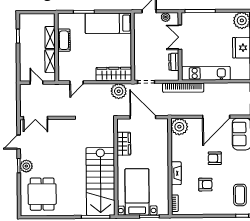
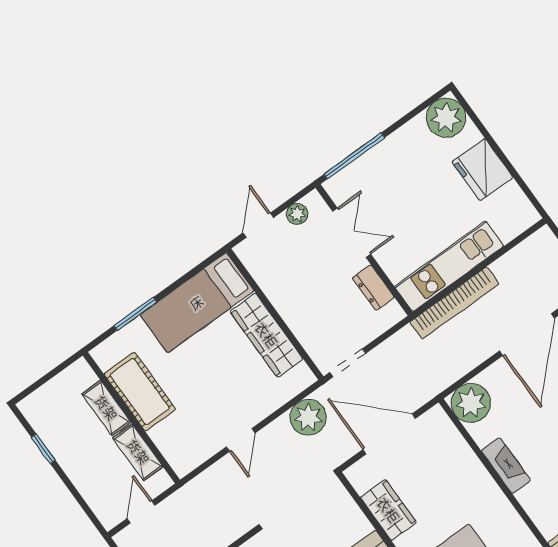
double door: (180, 37) -> (352, 233), swing flipped
cot: (64, 40) -> (140, 392), width x1.37, depth x1.34
wardrobe: (114, 74) -> (266, 335), moved, turned -90
door: (77, 82) -> (241, 440), moved
door: (37, 83) -> (141, 512), hinge flipped
bookcase: (183, 88) -> (454, 303), moved
fireplace: (176, 173) -> (506, 466), moved

